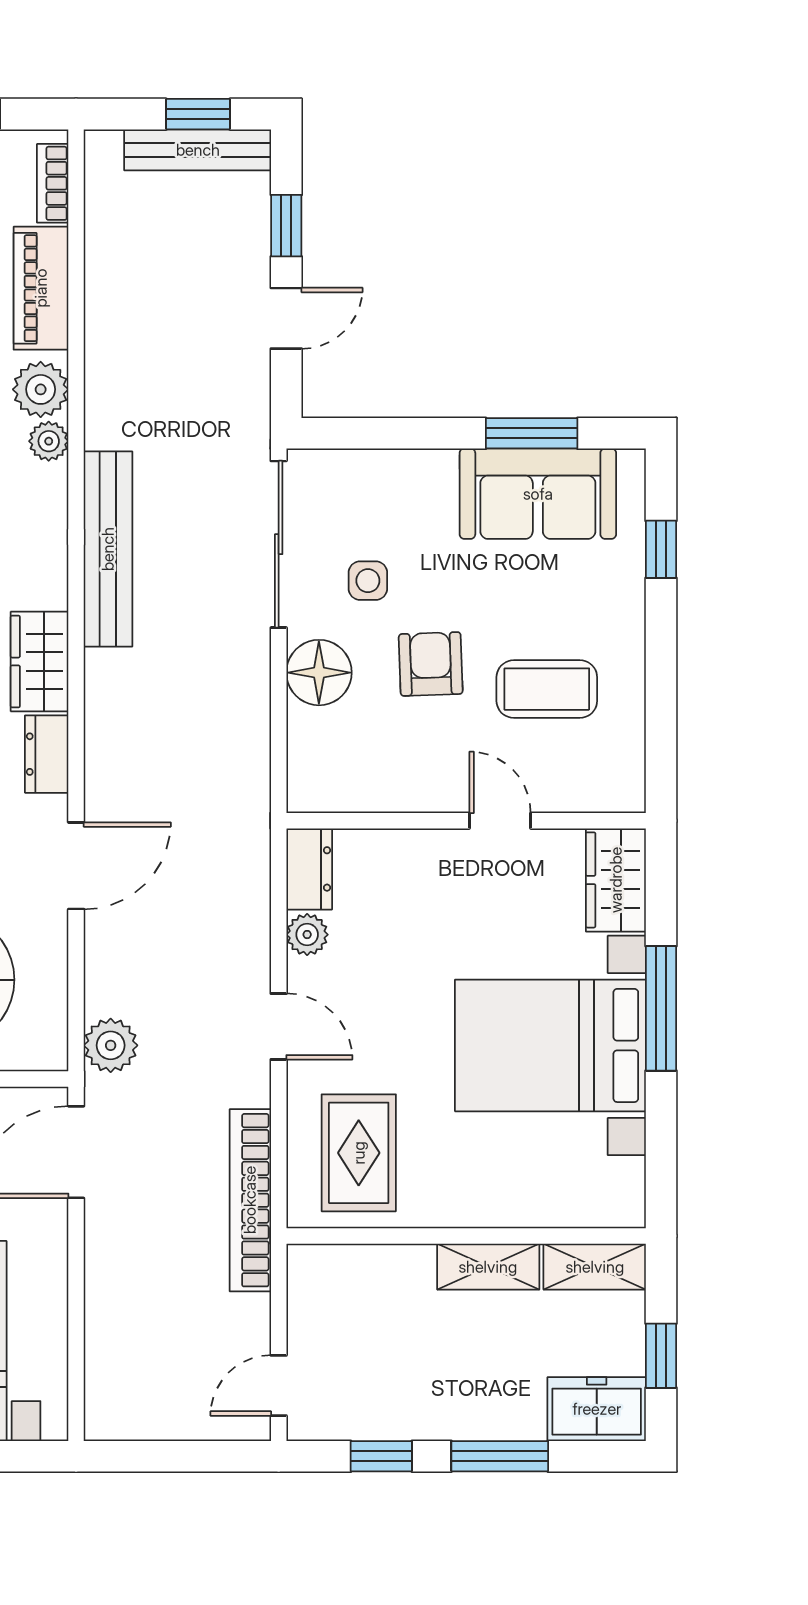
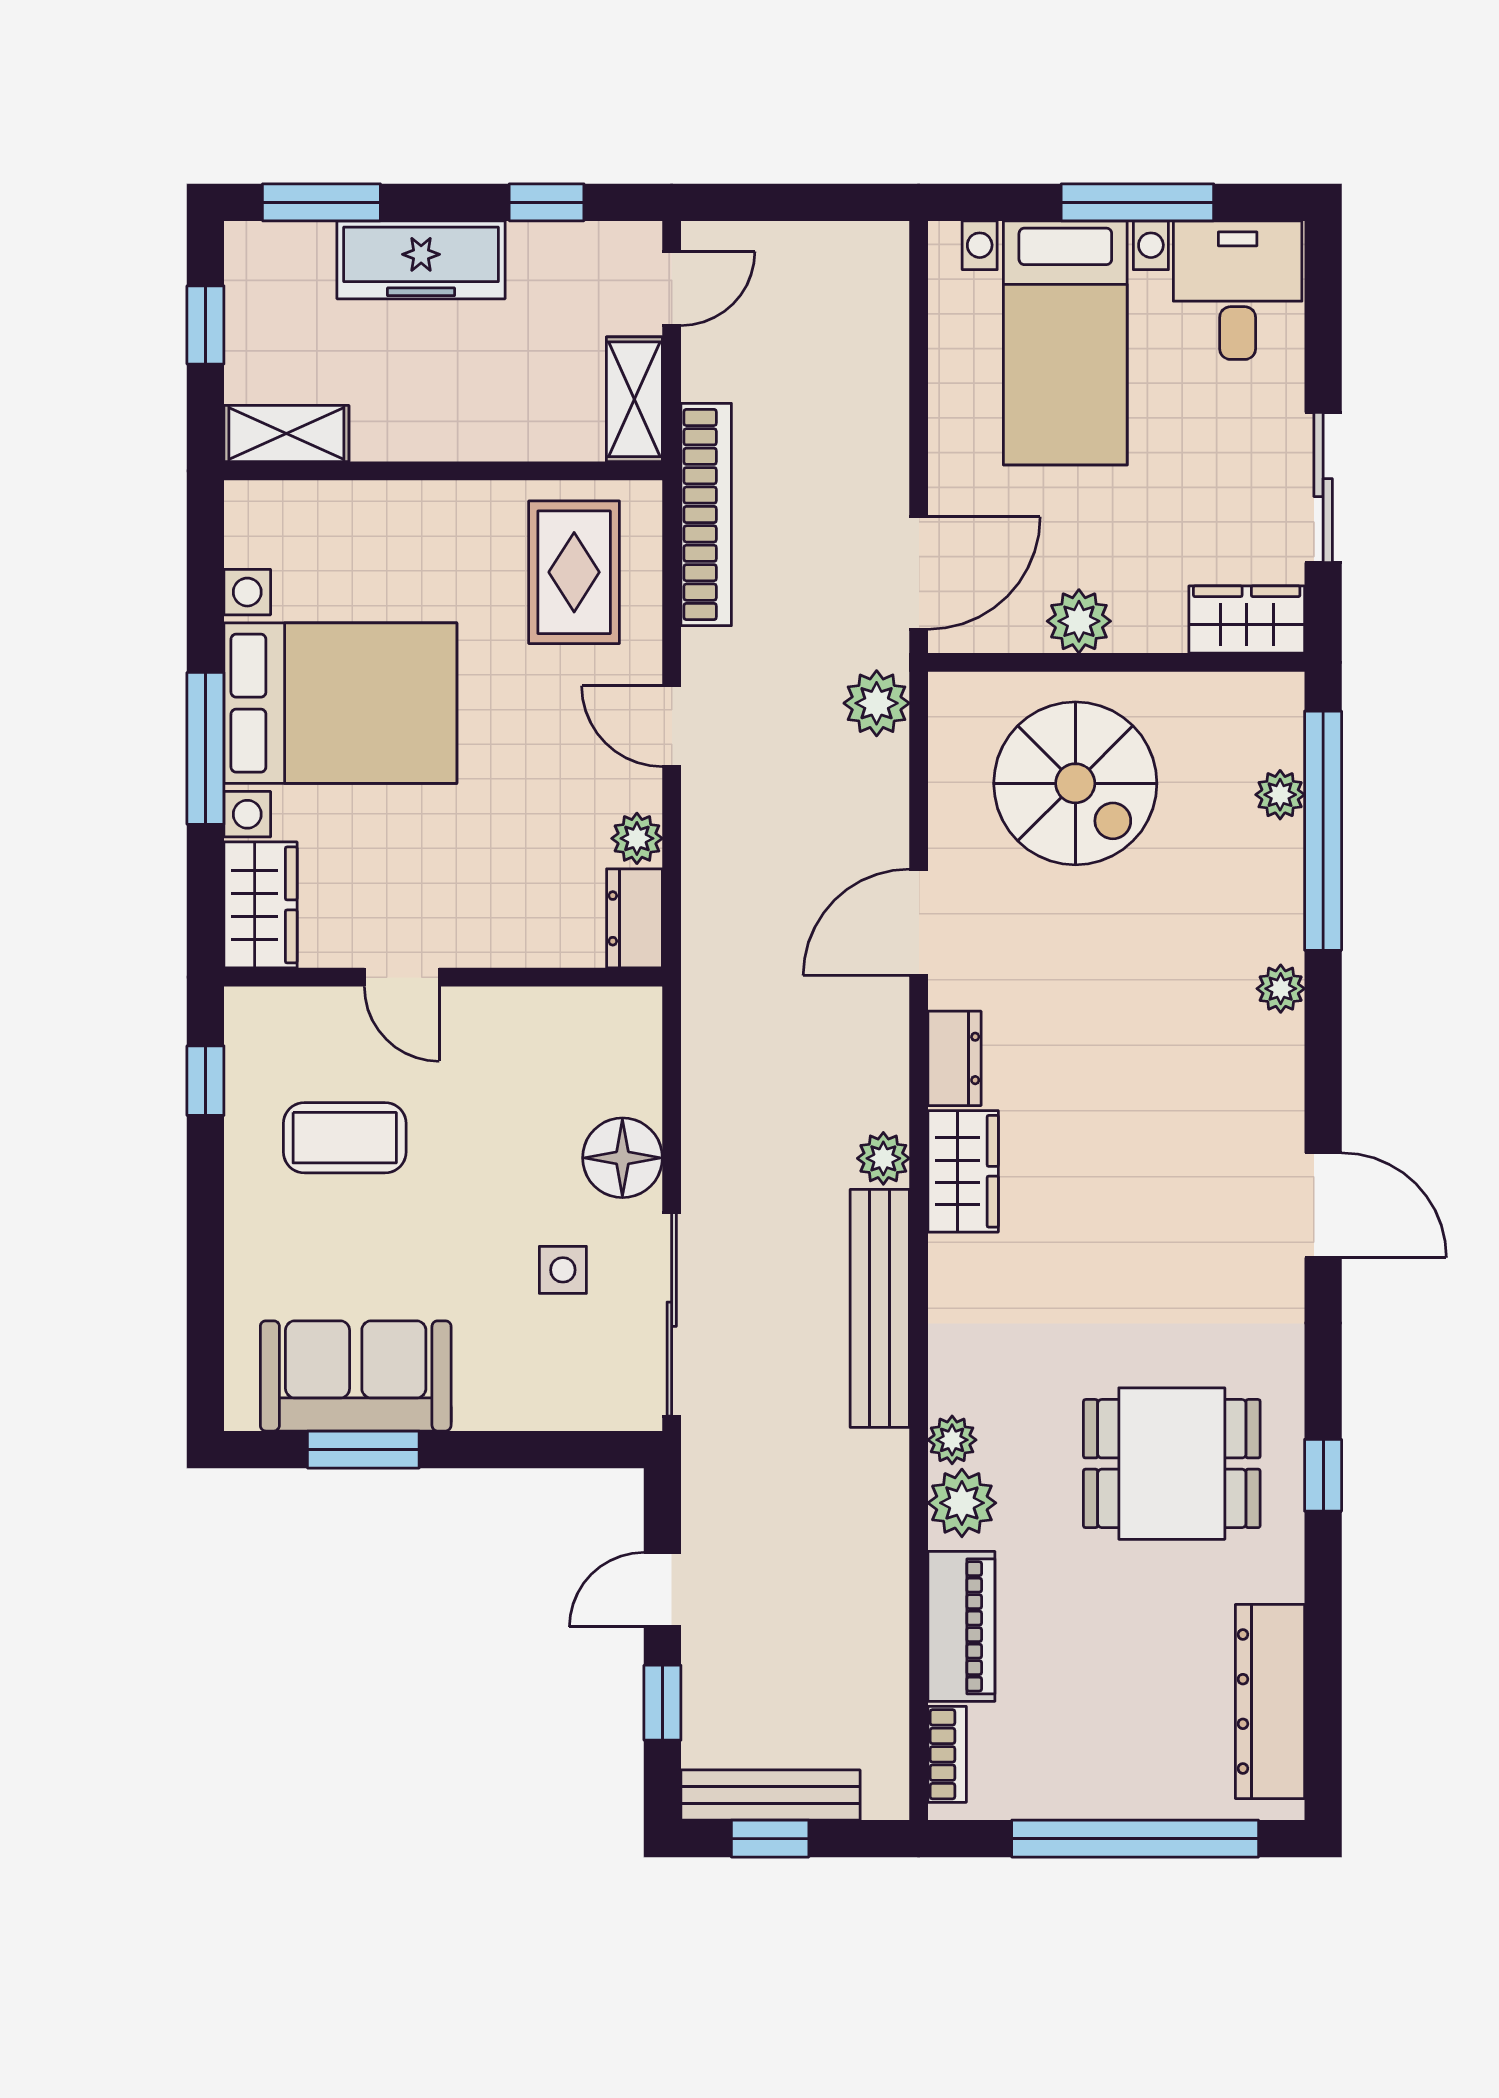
window: (661, 549) -> (205, 1081), moved
armchair: (431, 664) -> (486, 1168), removed
plant: (105, 672) -> (883, 1158), added
shelving: (488, 1267) -> (634, 399), moved, turned 90
freezer: (597, 1409) -> (421, 260), moved, width x1.40
window: (500, 1456) -> (321, 202), moved

